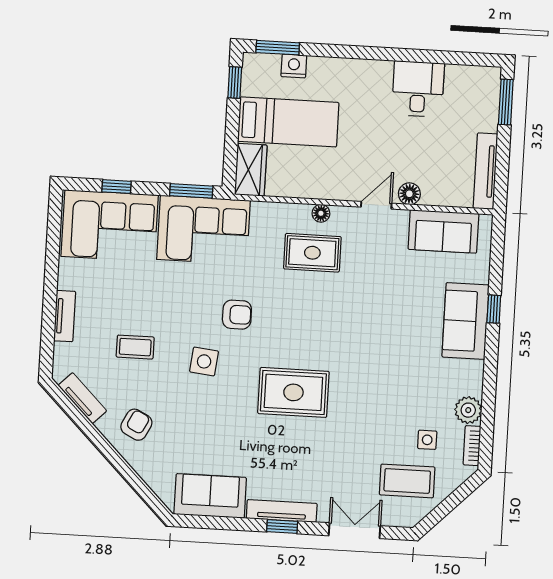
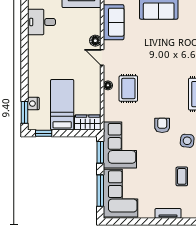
desk: (418, 89) -> (41, 22), moved
window: (116, 187) -> (100, 191), width x2.17

